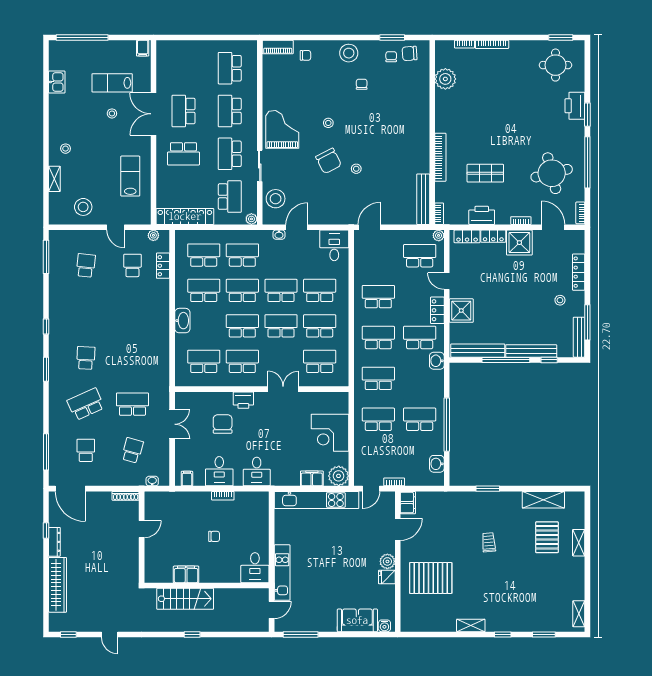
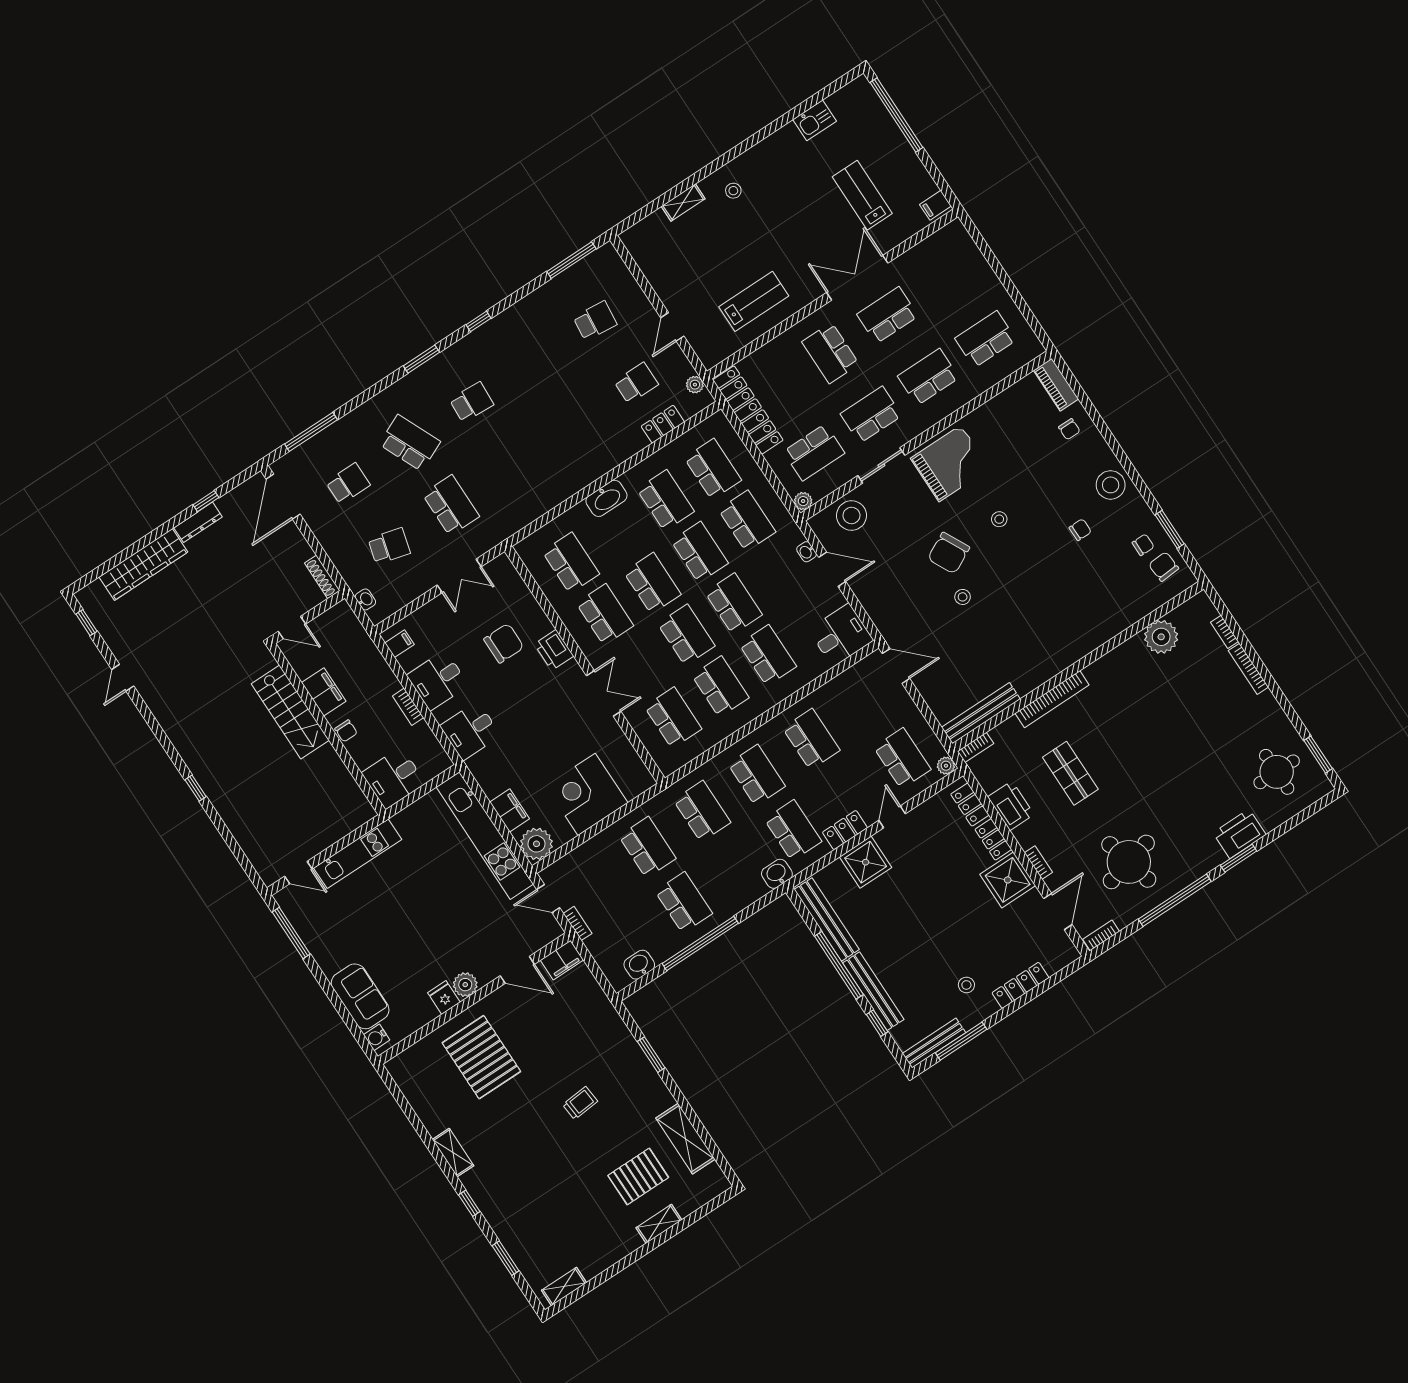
stool: (112, 113) -> (821, 222), removed
stool: (83, 207) -> (671, 266), removed
desk: (255, 568) -> (393, 778), moved
filing cabinet: (186, 574) -> (324, 692), moved
wall: (207, 585) -> (327, 729), moved
stairs: (185, 599) -> (290, 712), moved

